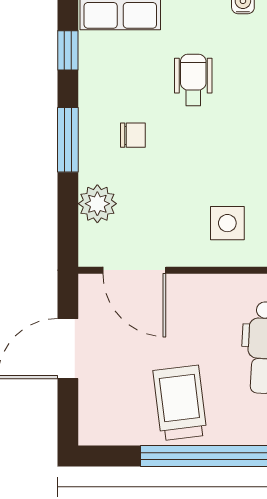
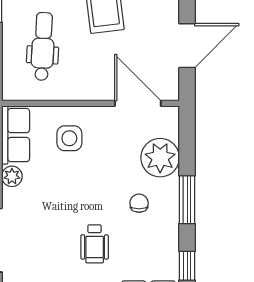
chair: (133, 135) -> (139, 203), turned 90
plant: (97, 204) -> (160, 158), width x1.36, depth x1.36

